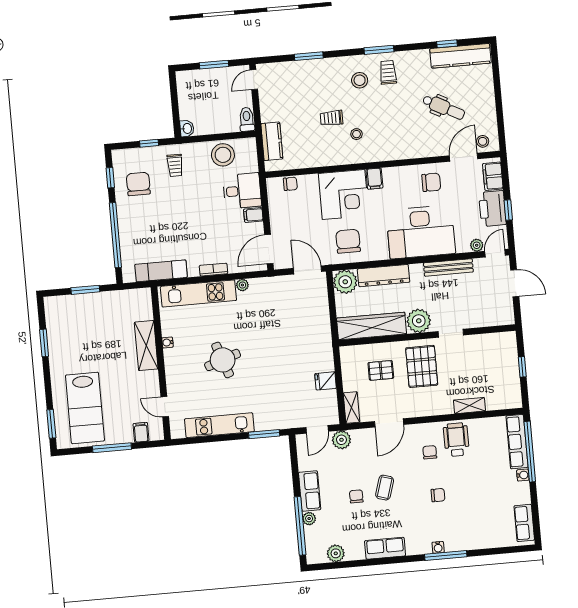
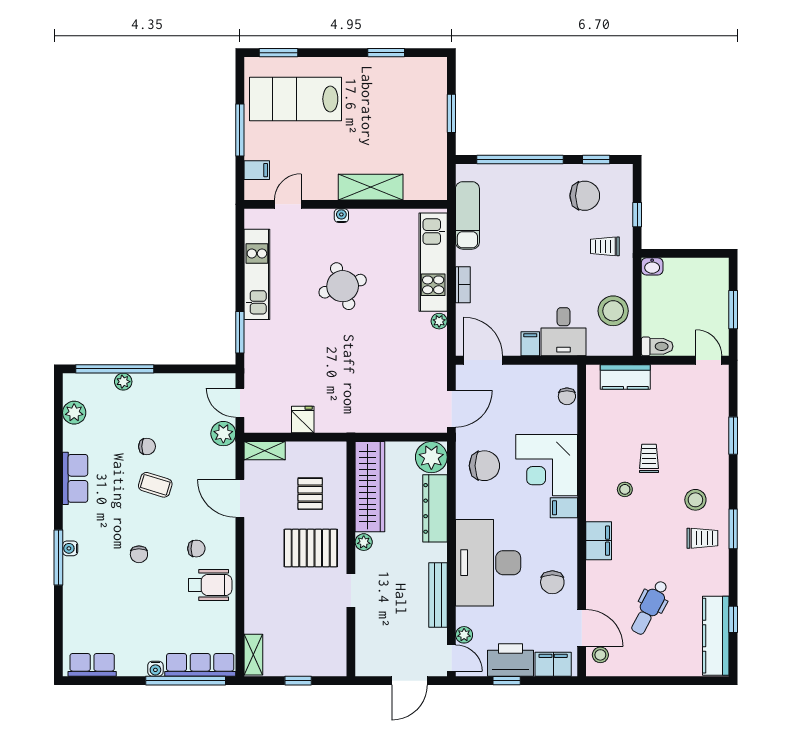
filing cabinet: (397, 150) -> (599, 541), added
plant: (419, 321) -> (364, 542), width x0.53, depth x0.53
water cooler: (167, 342) -> (341, 216), moved
shelving: (469, 406) -> (253, 655), moved
row of seats: (310, 491) -> (160, 386), removed

